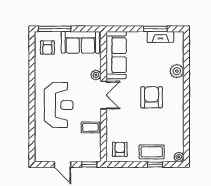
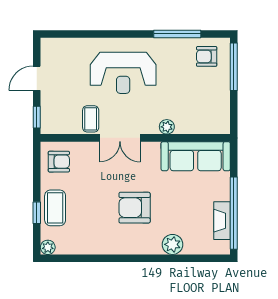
window: (155, 29) -> (234, 213), width x2.11
sofa: (80, 42) -> (214, 104), removed
window: (32, 68) -> (177, 34), added
double door: (103, 95) -> (120, 138), moved
armchair: (152, 97) -> (135, 208), turned 180

